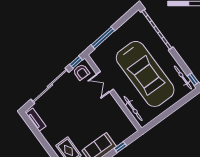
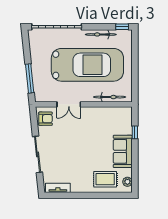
window: (76, 62) -> (34, 117), removed
bicycle: (183, 78) -> (101, 34), moved
sliding door: (50, 86) -> (38, 154), width x0.73

